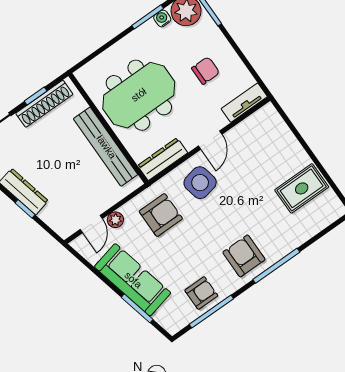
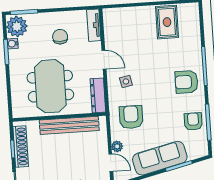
side table: (200, 183) -> (126, 81), width x0.54, depth x0.54

